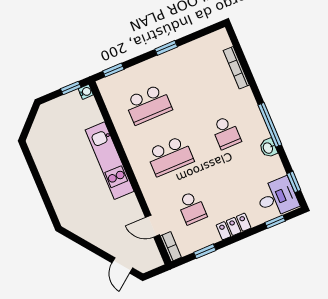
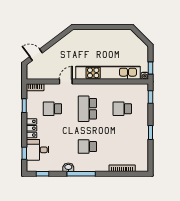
school desk: (148, 104) -> (122, 109), width x0.54
kitchen unit: (110, 161) -> (108, 73), width x1.36
desk: (277, 198) -> (38, 150), moved, turned 90
door: (152, 226) -> (66, 82), moved

